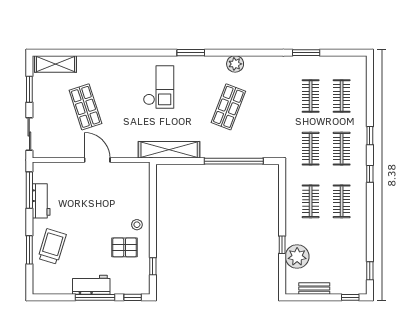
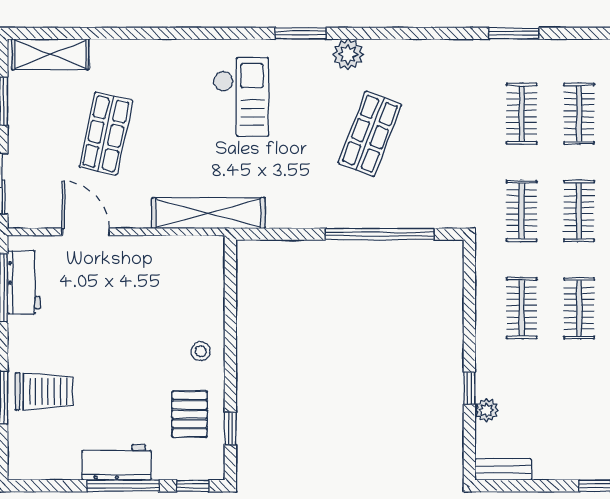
plant: (235, 64) -> (348, 54), moved
shop shelf: (85, 107) -> (106, 134), turned 30
shelving: (169, 150) -> (208, 213), moved
door: (97, 160) -> (86, 232), moved
workbench: (41, 201) -> (24, 282), moved
trolley: (52, 246) -> (44, 391), turned 73
pallet: (125, 247) -> (190, 414), moved, turned 90
plant: (297, 257) -> (487, 410), width x0.53, depth x0.53
bench: (314, 289) -> (503, 469), moved

